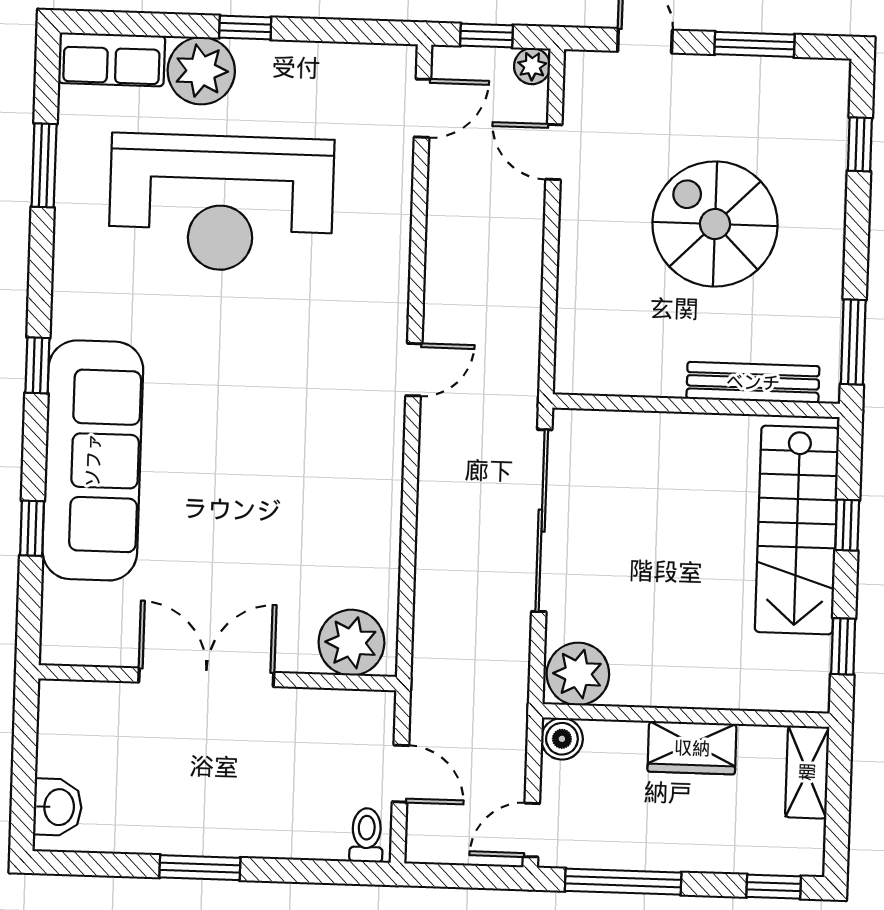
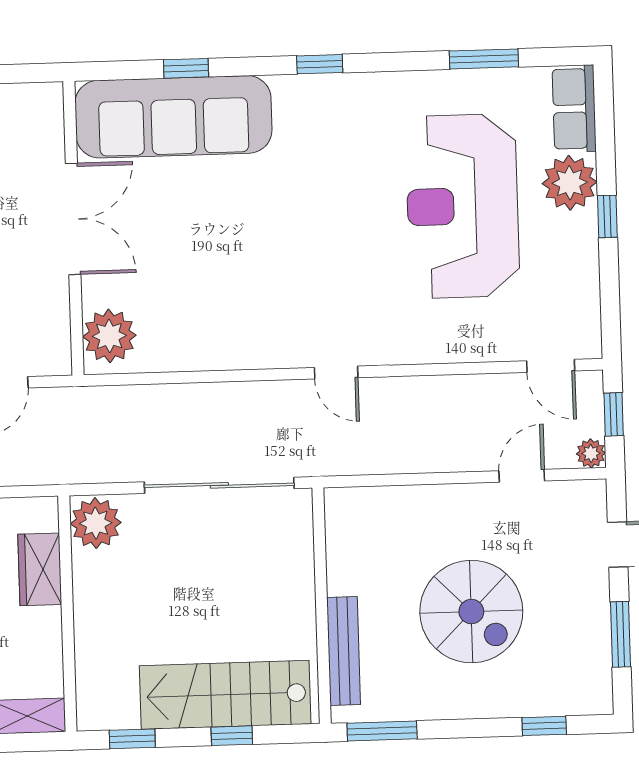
spiral stairs: (715, 224) -> (471, 612), turned 90
sofa: (93, 460) -> (173, 117), moved
boiler: (562, 739) -> (42, 513), removed
wardrobe: (692, 748) -> (40, 569), moved

